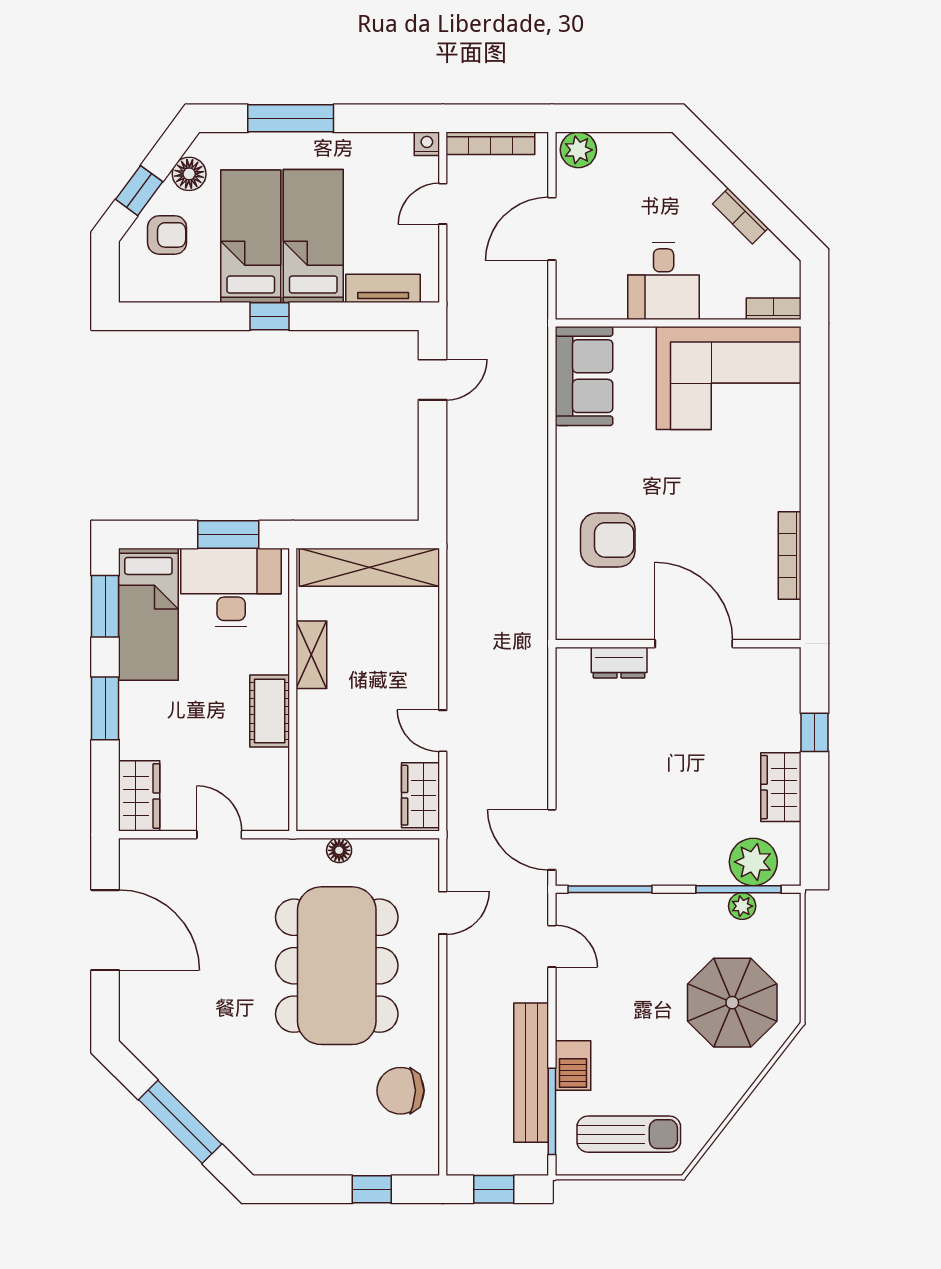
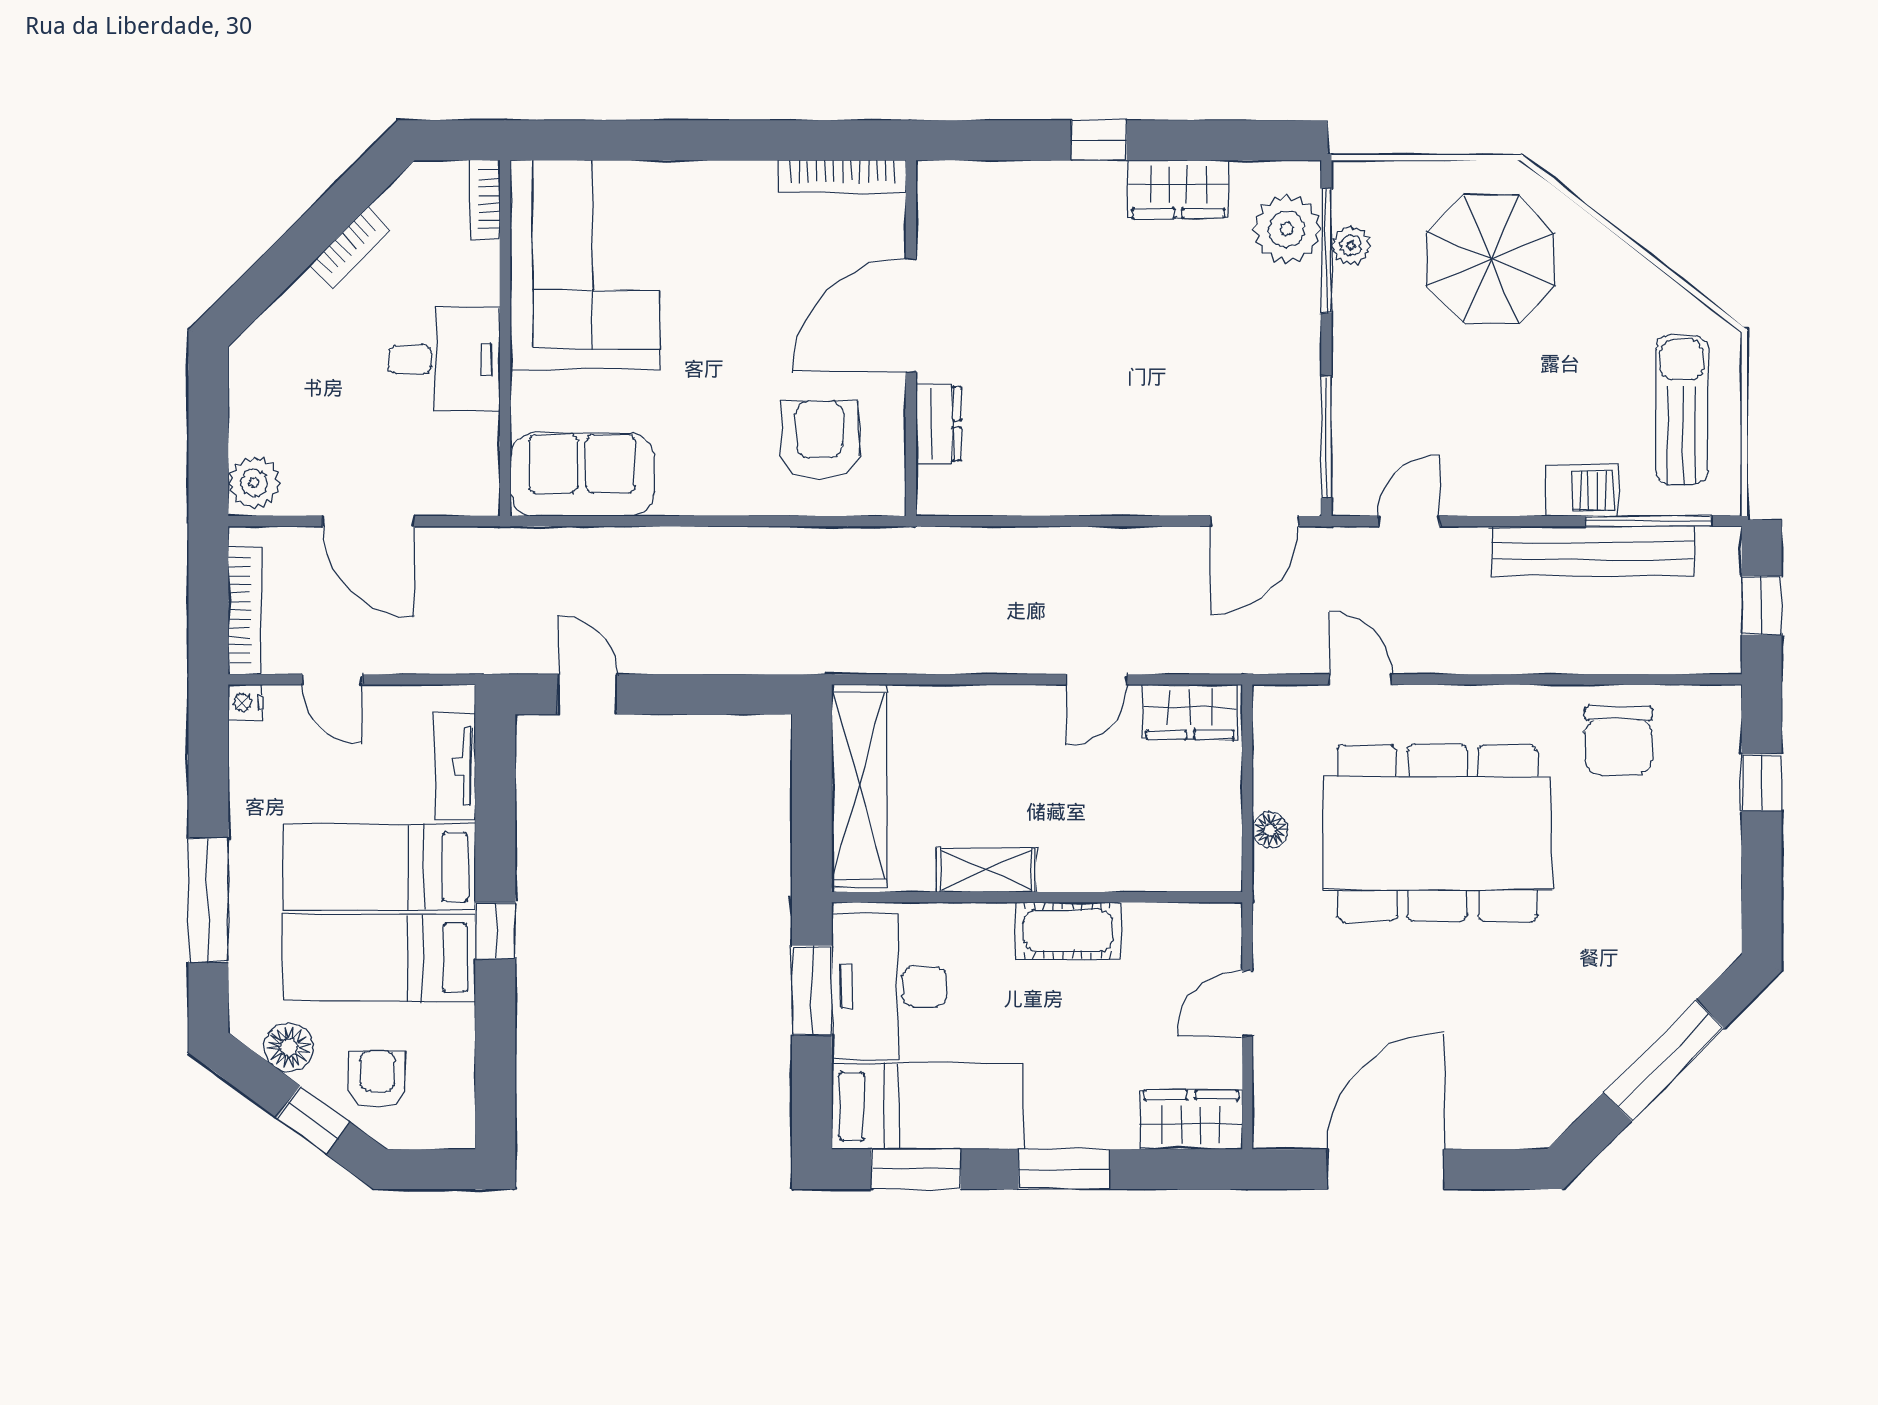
wall: (678, 644) -> (911, 338), moved
door: (694, 644) -> (911, 315), moved
dresser: (619, 663) -> (938, 424), moved

